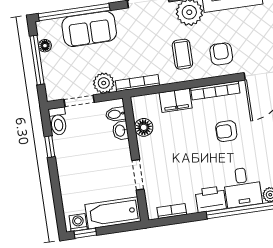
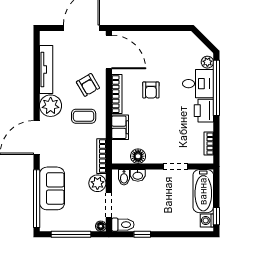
floor lamp: (45, 46) -> (101, 226), moved
armchair: (221, 54) -> (88, 85), turned -120

